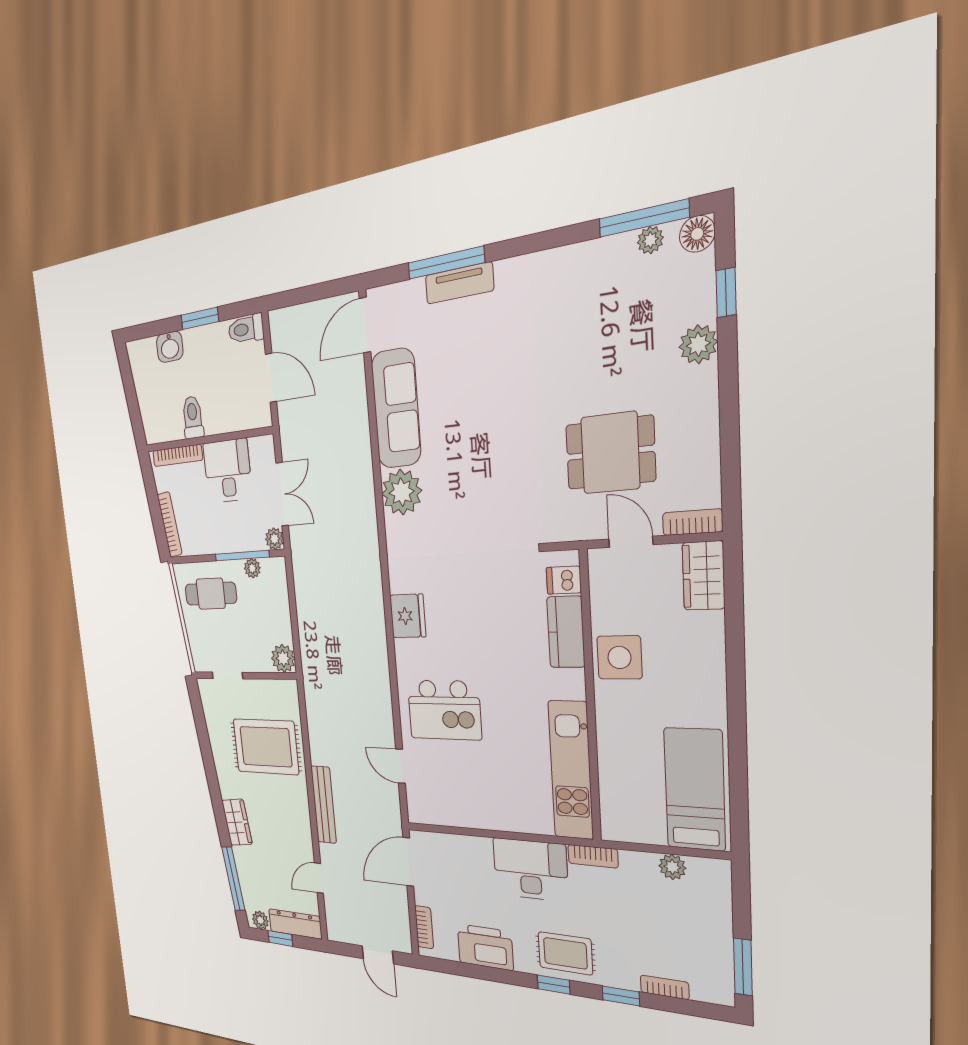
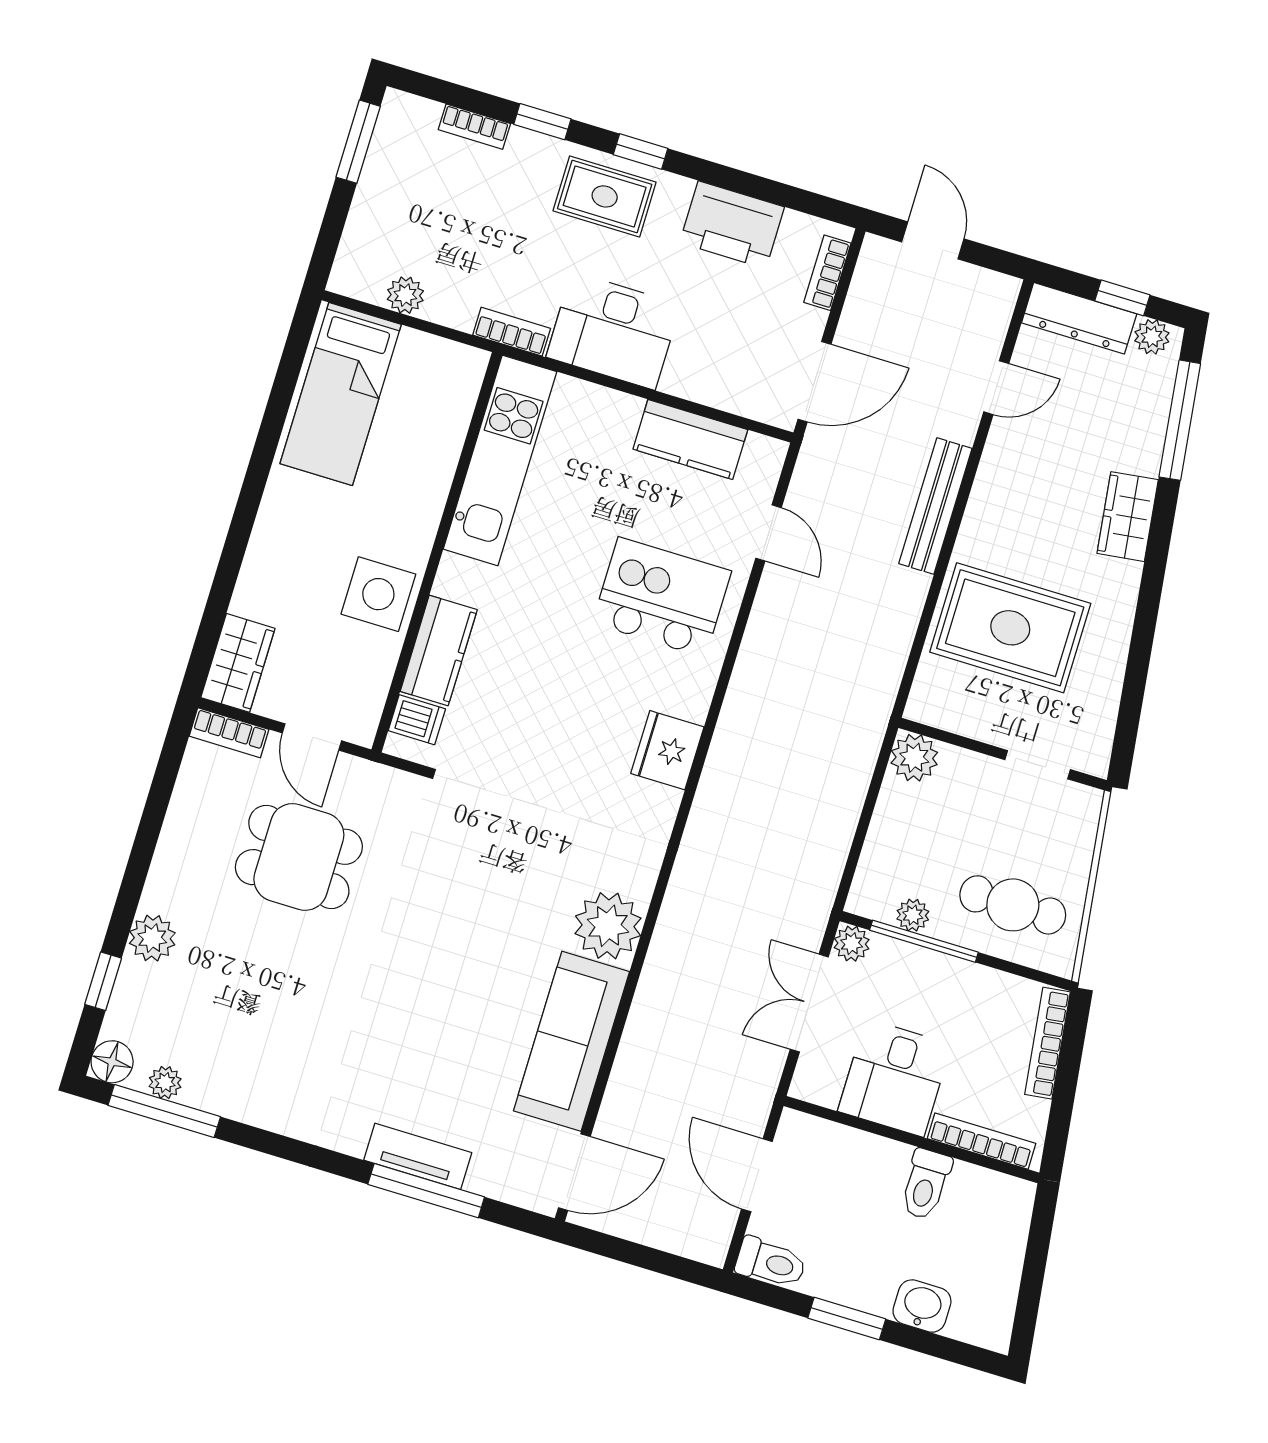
kitchen counter: (462, 812) -> (690, 439), added

